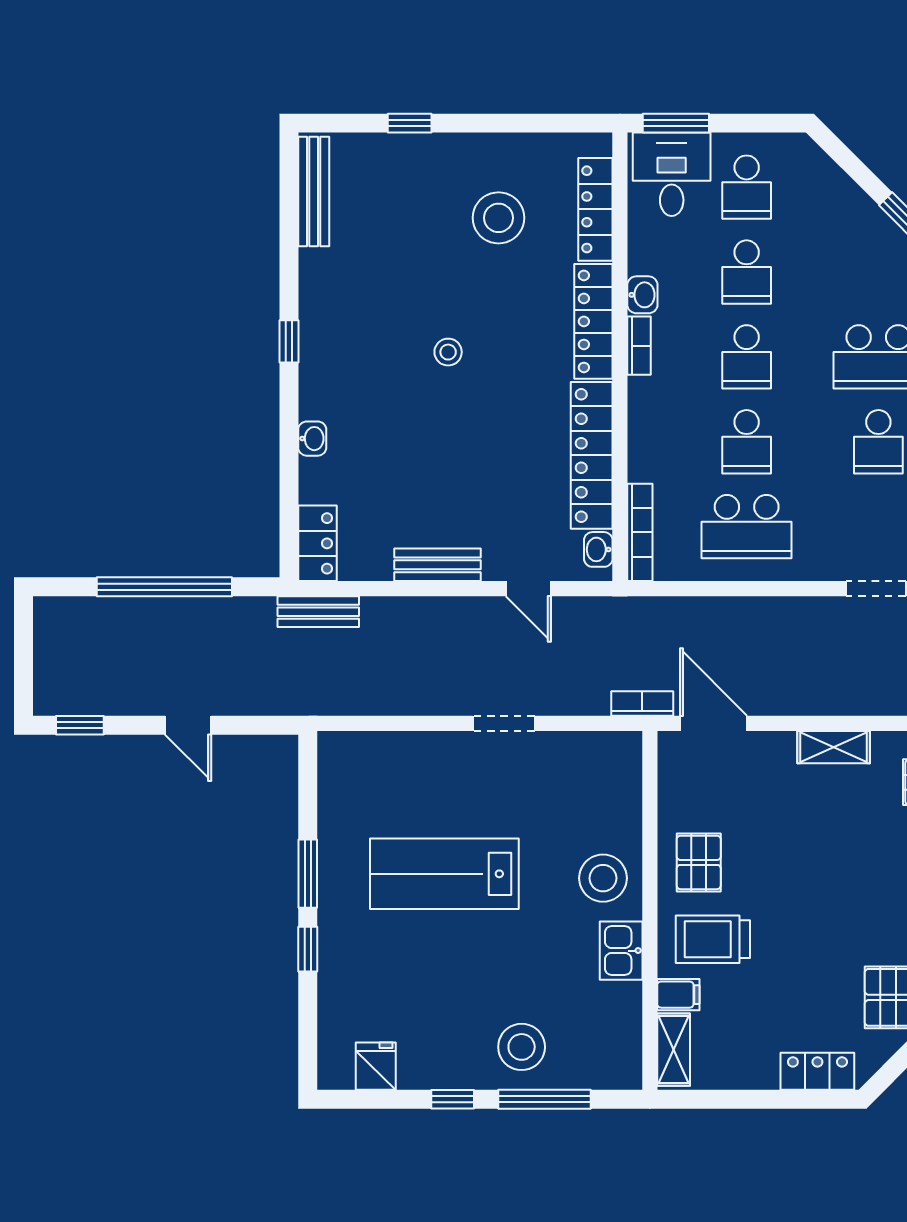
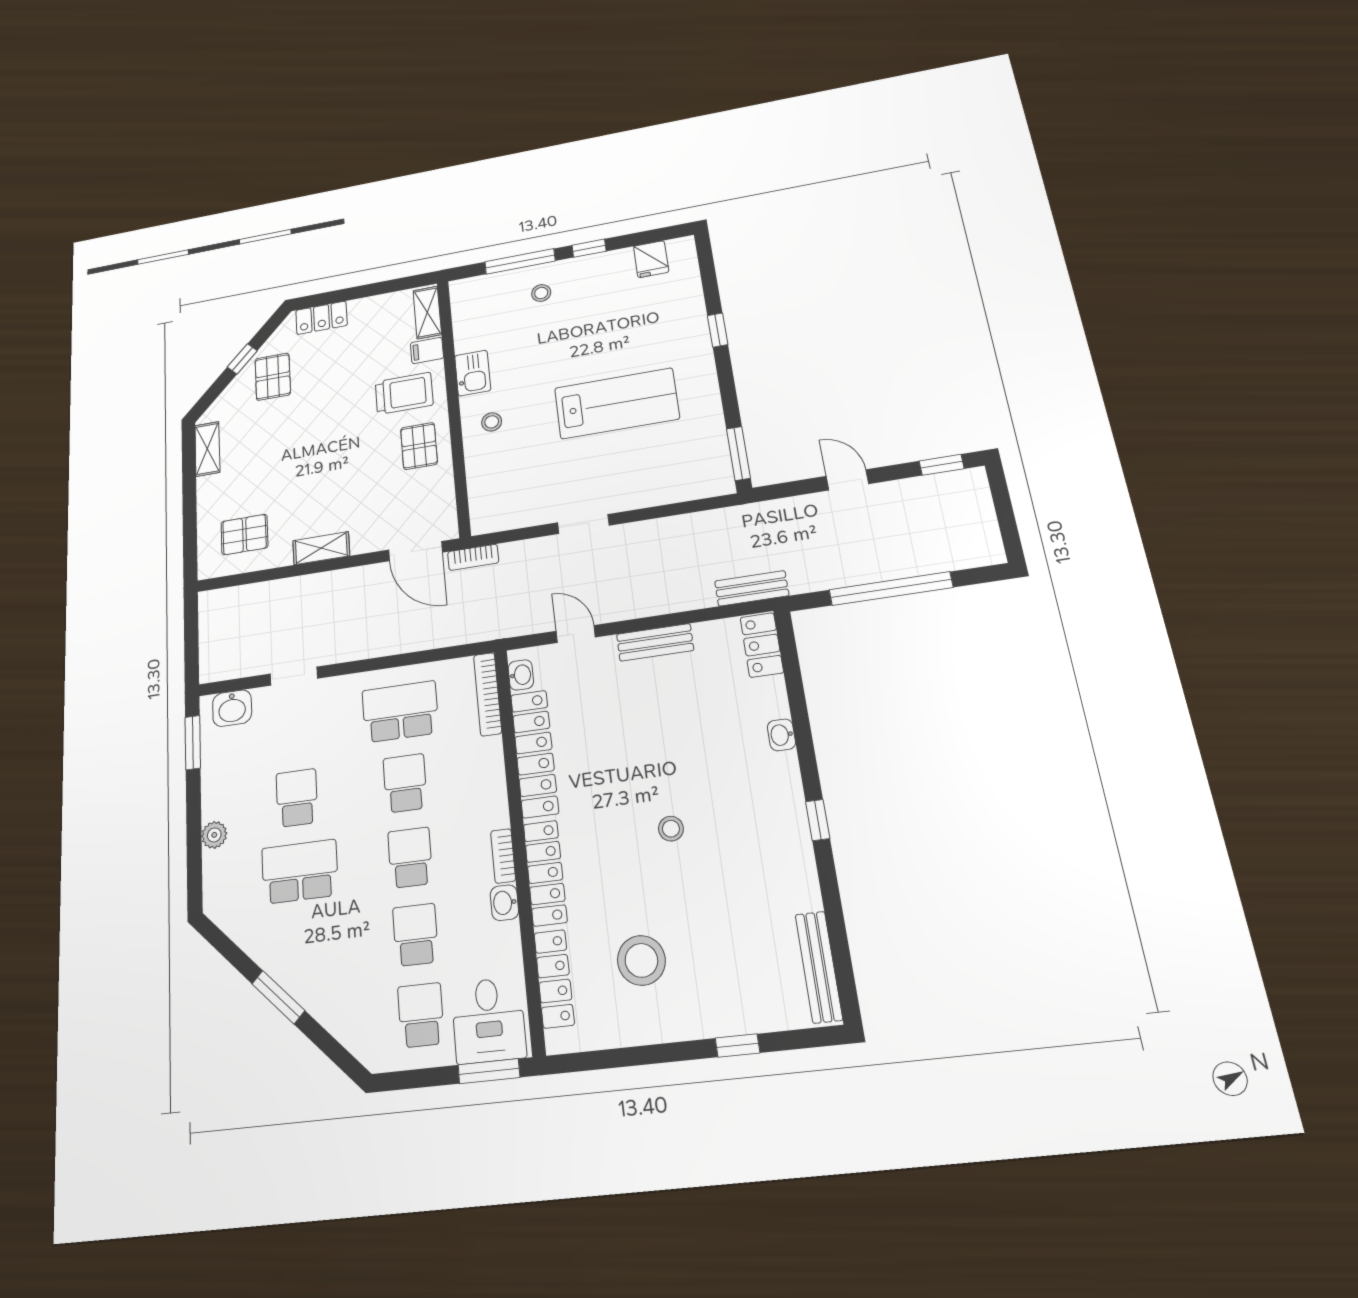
window: (308, 874) -> (738, 453), moved
stool: (603, 878) -> (492, 422), width x0.53, depth x0.53
stool: (522, 1047) -> (541, 293), width x0.53, depth x0.53

